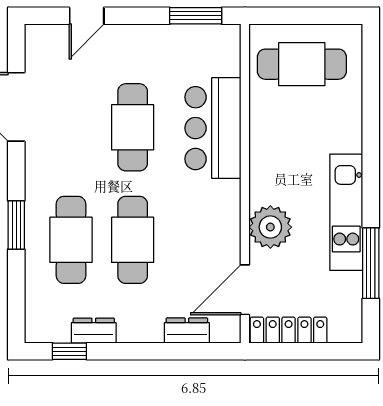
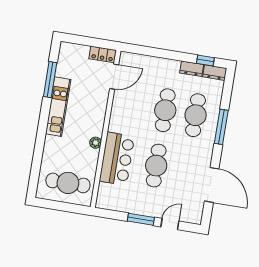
window: (196, 16) -> (141, 219), moved
window: (16, 225) -> (221, 127), width x1.44
plant: (270, 227) -> (95, 143), moved, width x0.53, depth x0.53
locker: (289, 330) -> (103, 54), width x0.66
dresser: (187, 331) -> (215, 73), moved

